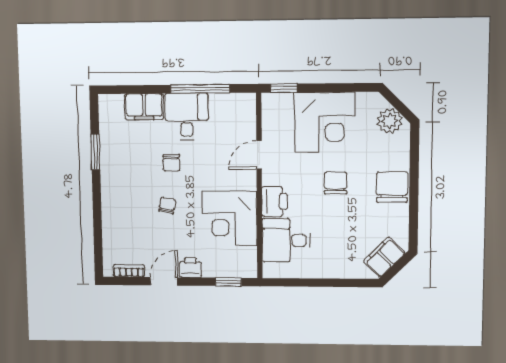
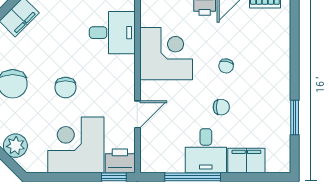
chair: (171, 163) -> (221, 107), turned 90
printer: (275, 202) -> (120, 161), moved, turned 90

